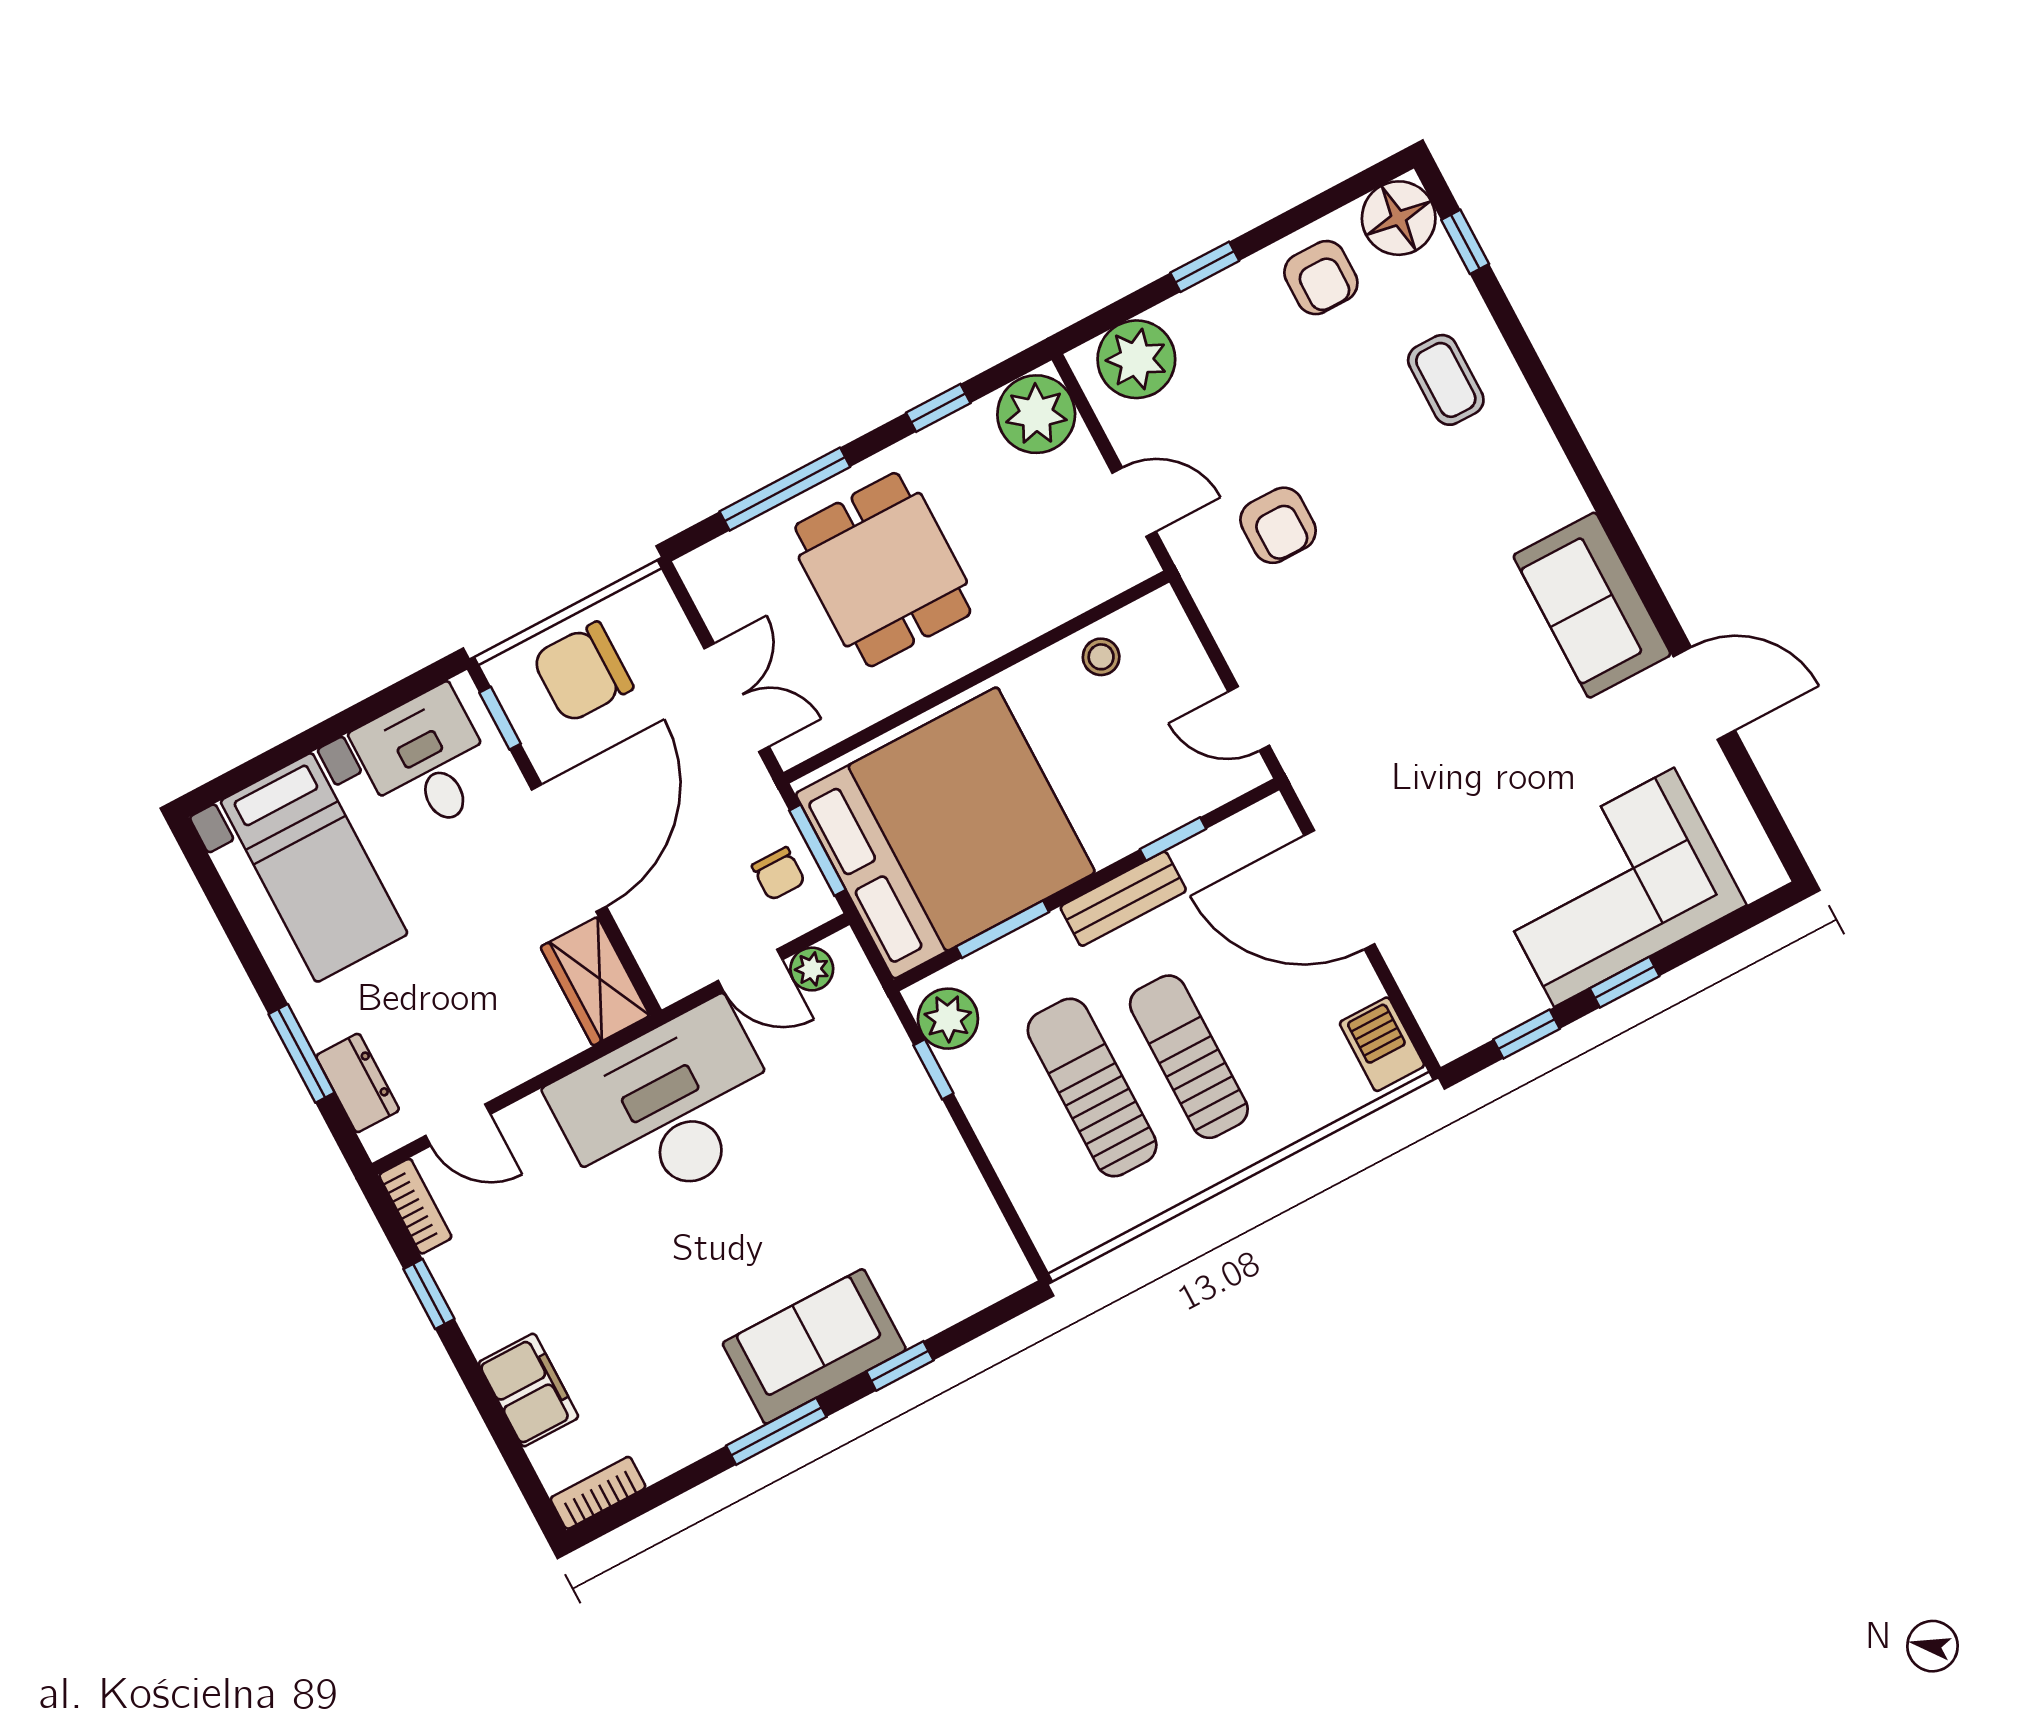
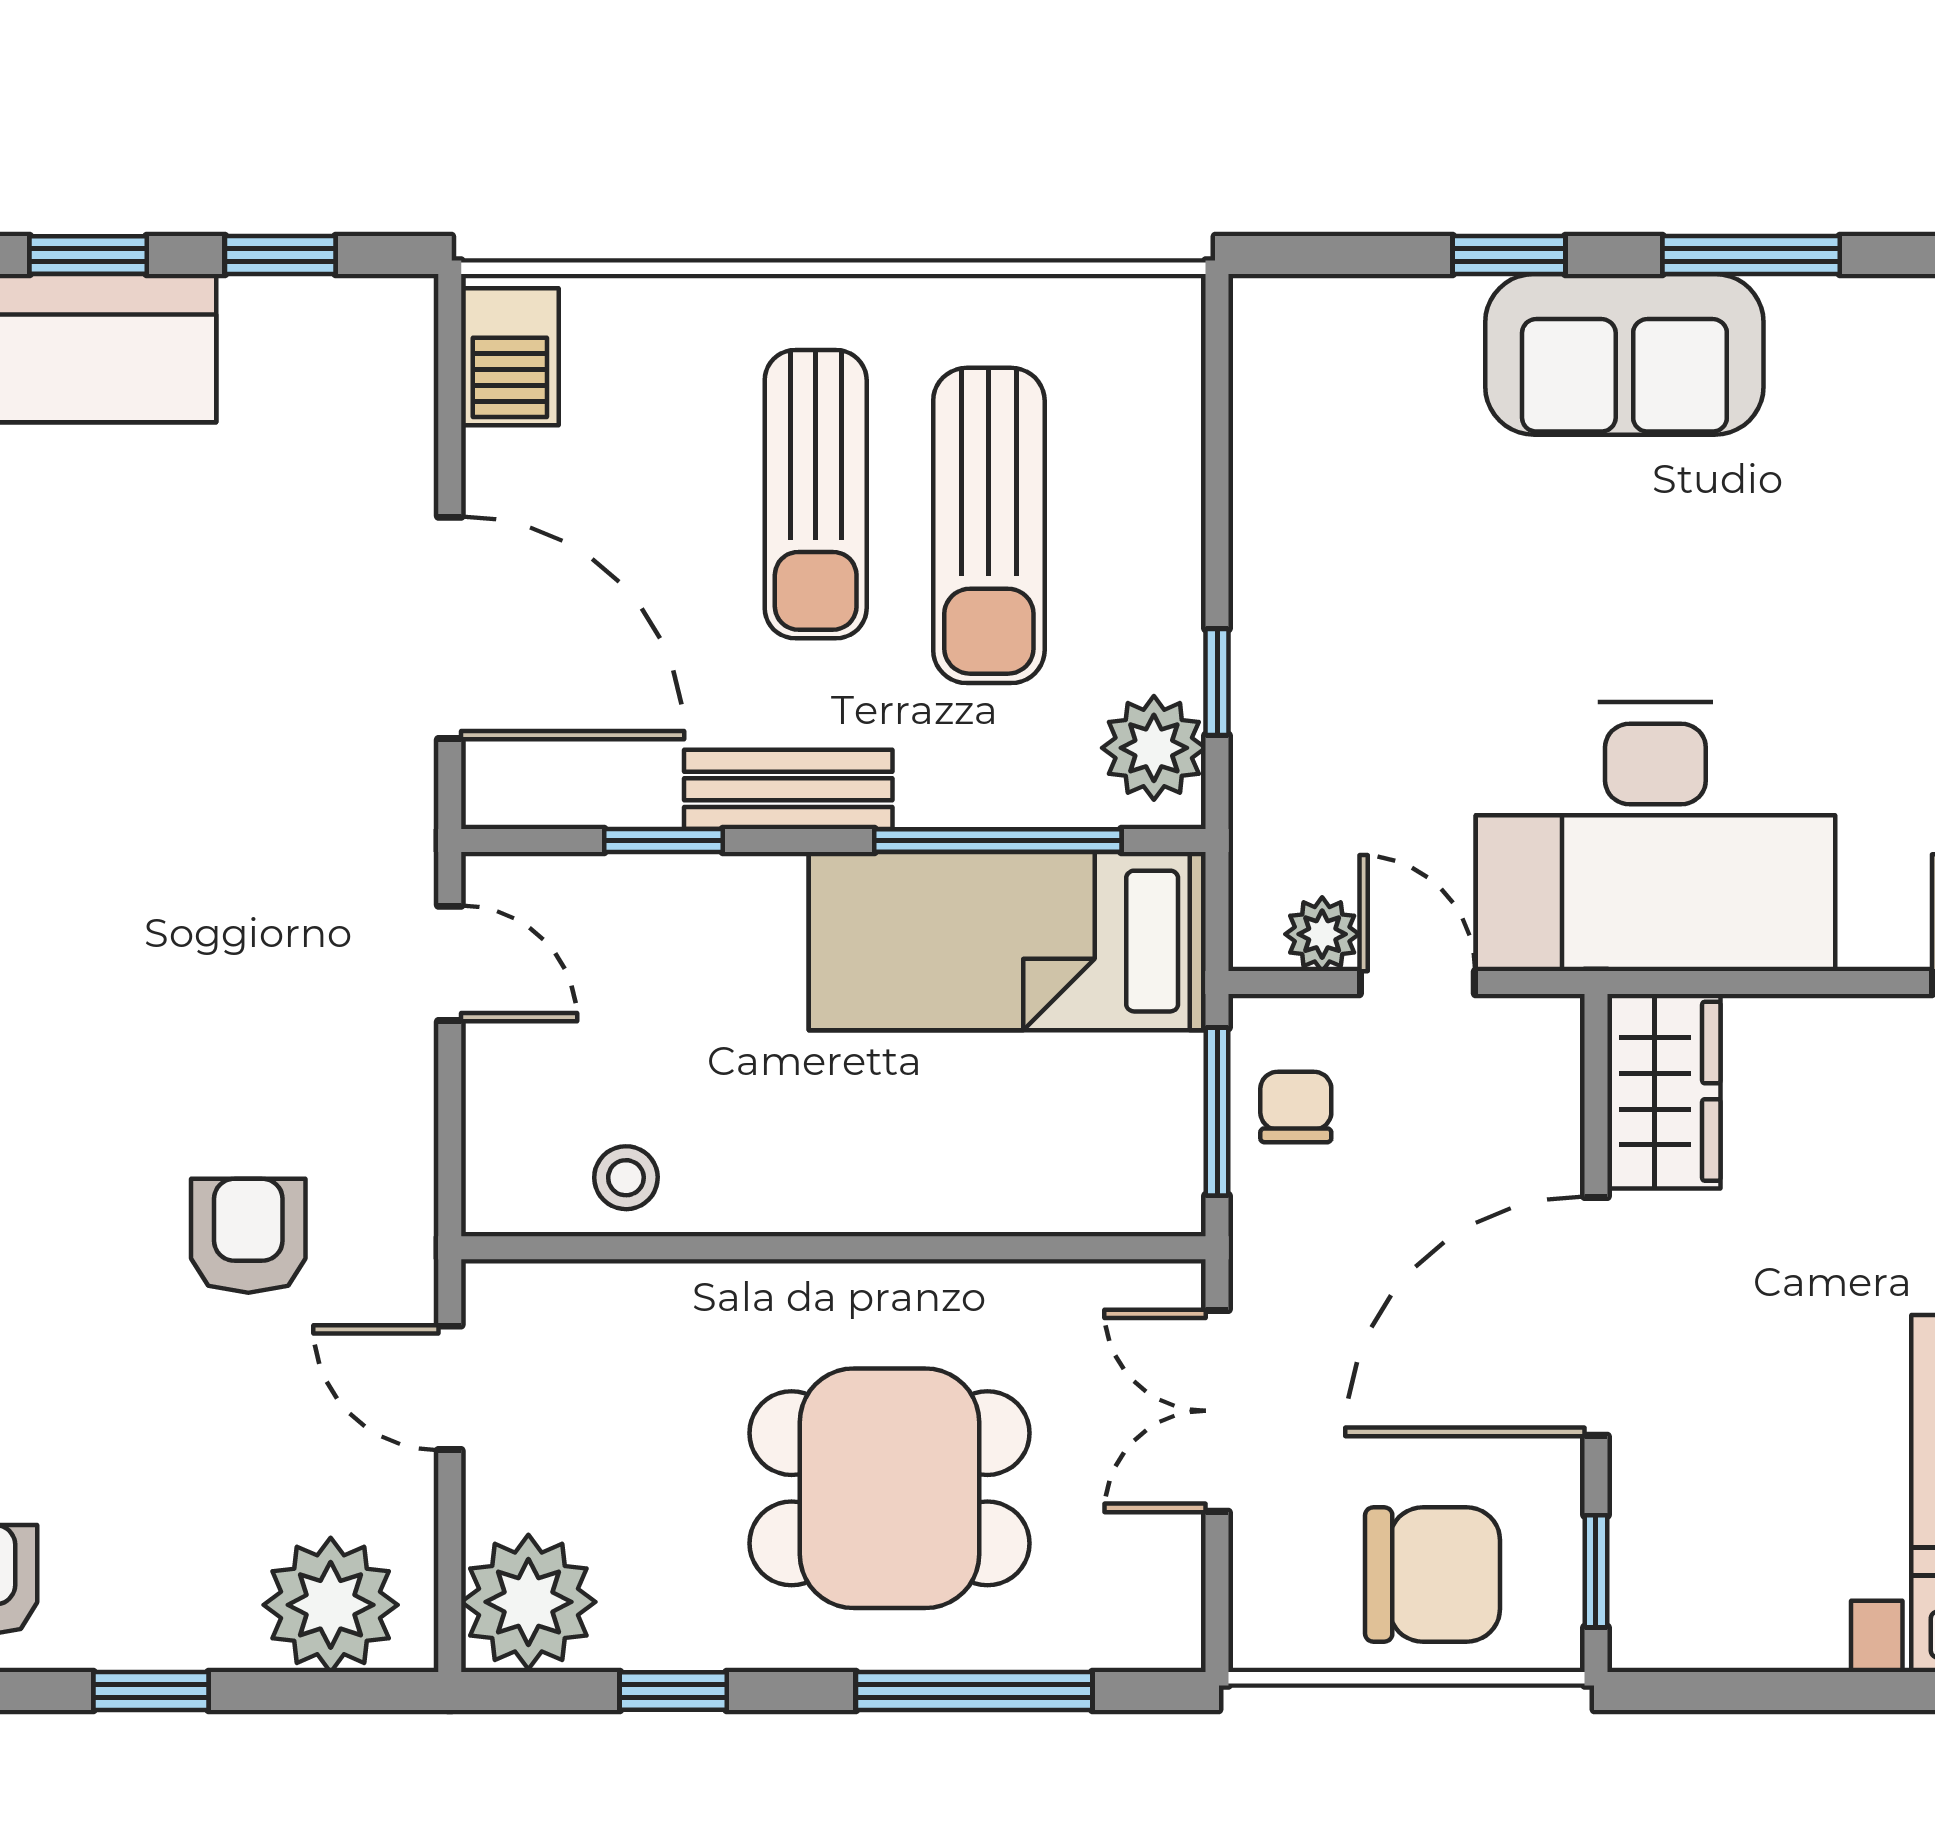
dining table: (883, 570) -> (889, 1488), turned 90
desk: (426, 761) -> (1744, 1565), removed
bed: (945, 833) -> (1007, 941), width x0.49
window: (1002, 929) -> (998, 840), width x1.44

